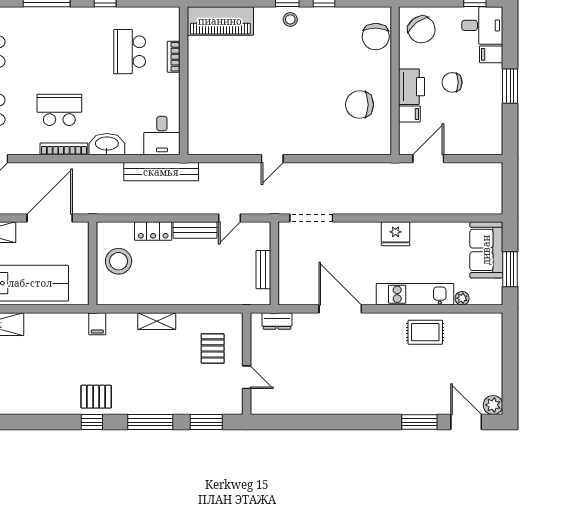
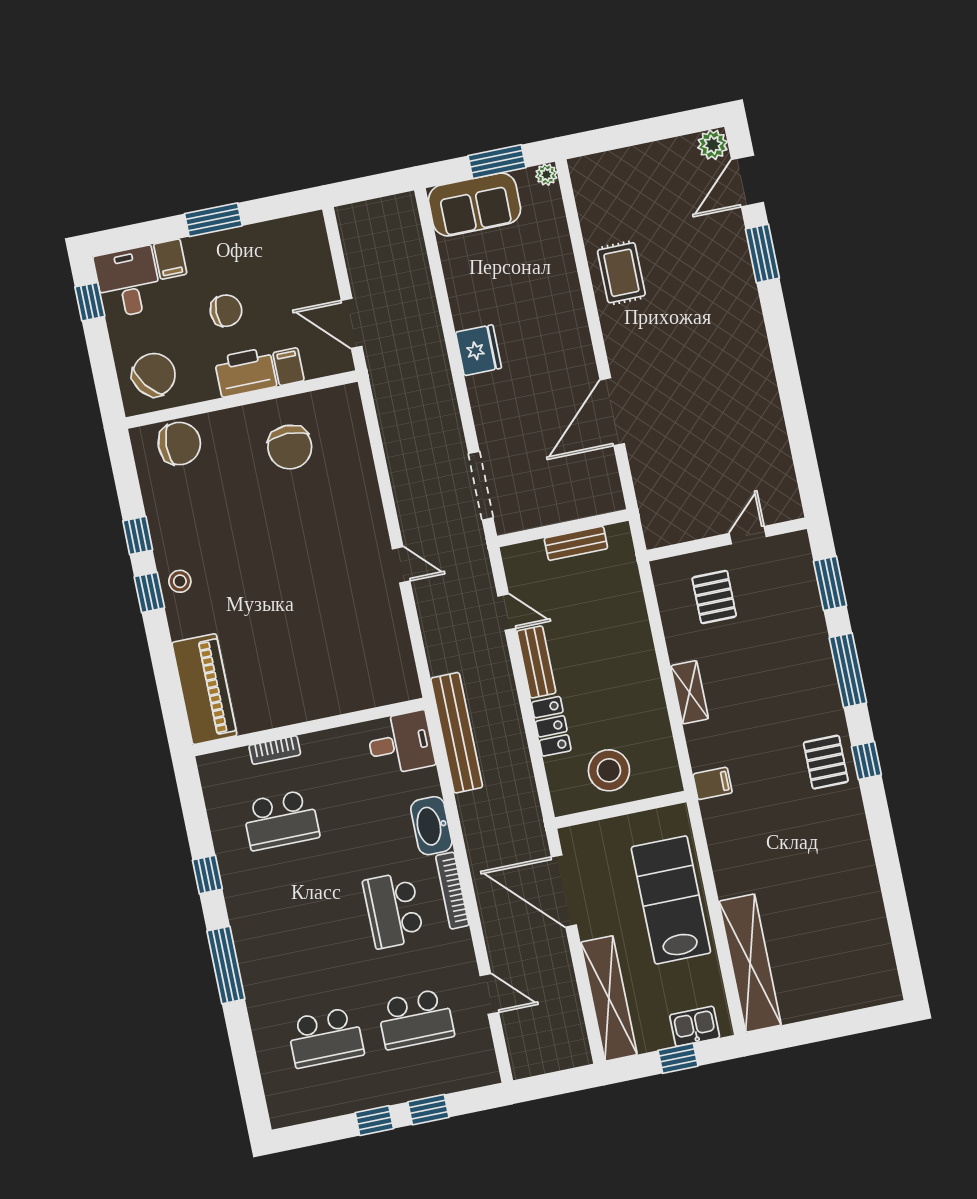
chair: (452, 82) -> (226, 311), turned -90
kitchen unit: (415, 294) -> (566, 301), removed
plant: (462, 298) -> (546, 175), moved
dresser: (277, 321) -> (651, 506), removed
pallet: (213, 348) -> (714, 597), turned 90

